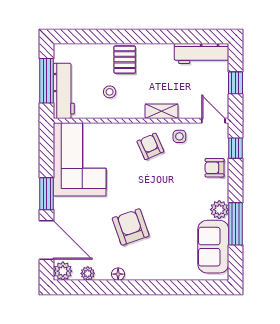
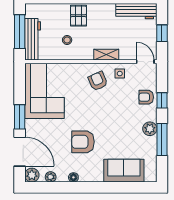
window: (235, 148) -> (162, 100), moved
armchair: (131, 227) -> (83, 142), turned -71
sofa: (213, 247) -> (124, 171), moved, turned 90

